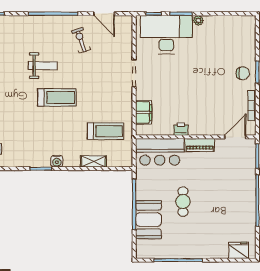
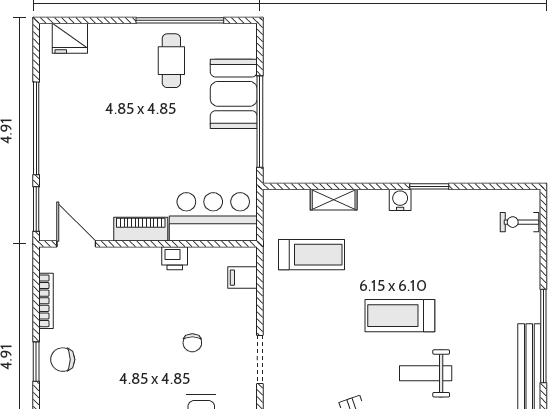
chair: (171, 82) -> (192, 343), added
filing cabinet: (144, 112) -> (243, 278), width x0.50
treadmill: (106, 131) -> (312, 255), turned 180
door: (235, 137) -> (76, 244), swing flipped
cafe table: (183, 202) -> (171, 61), moved

